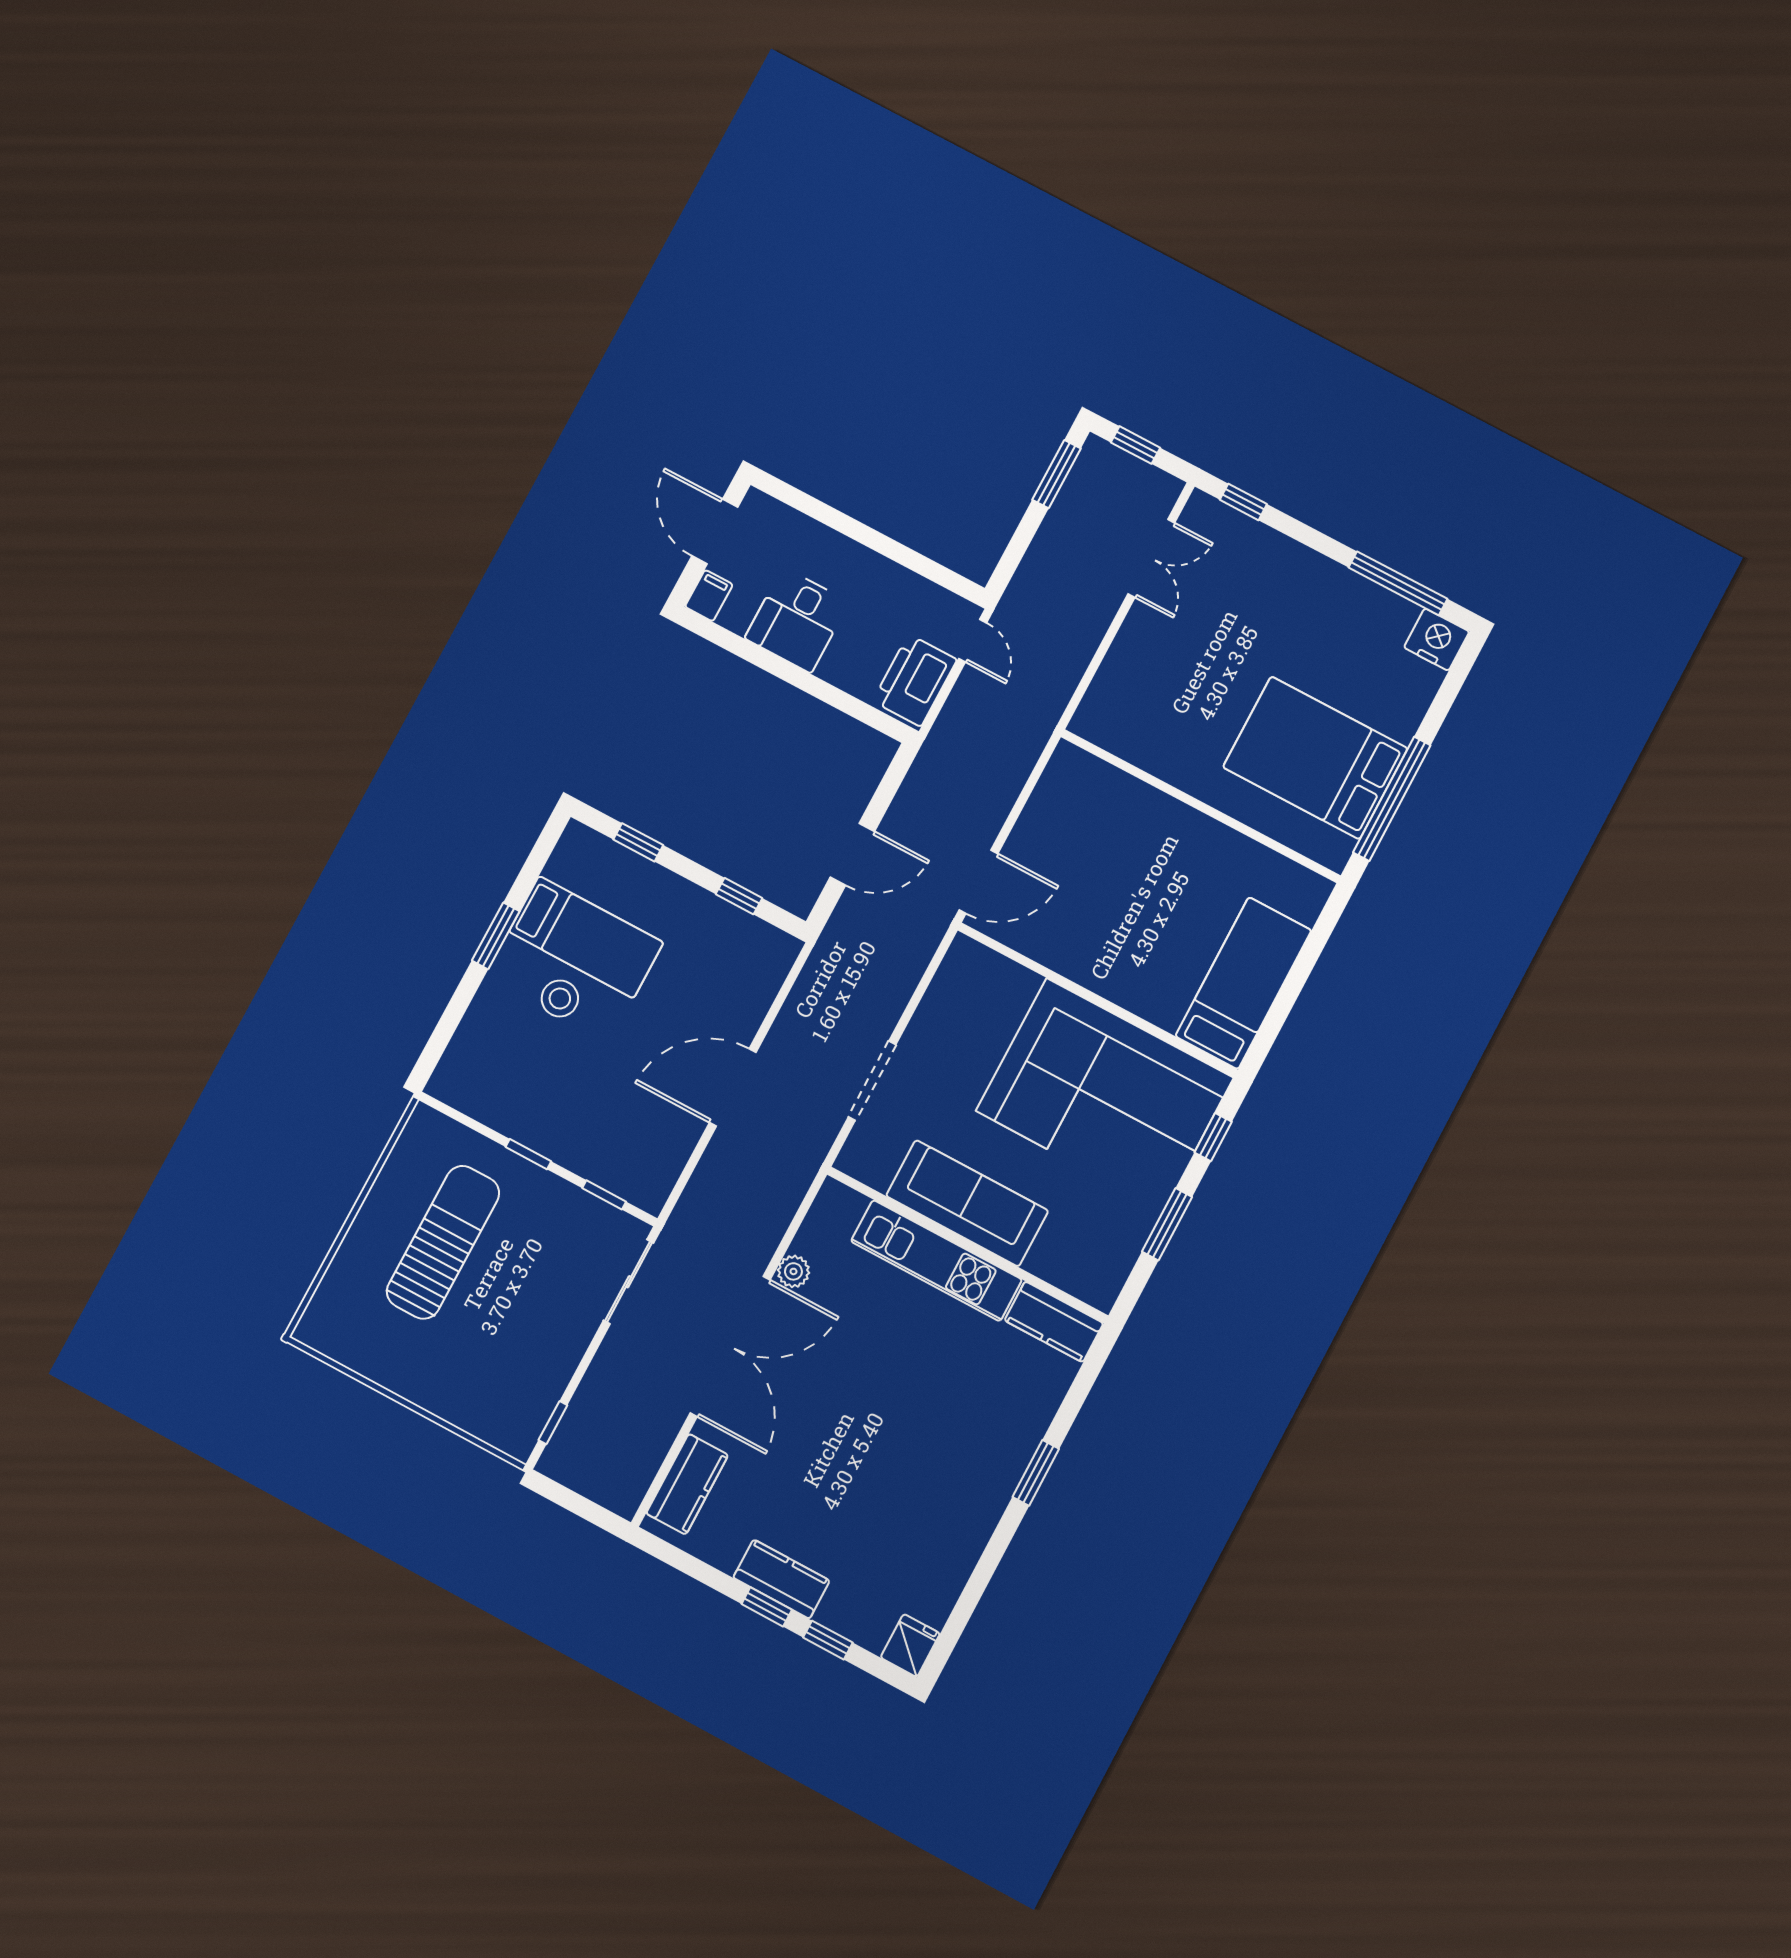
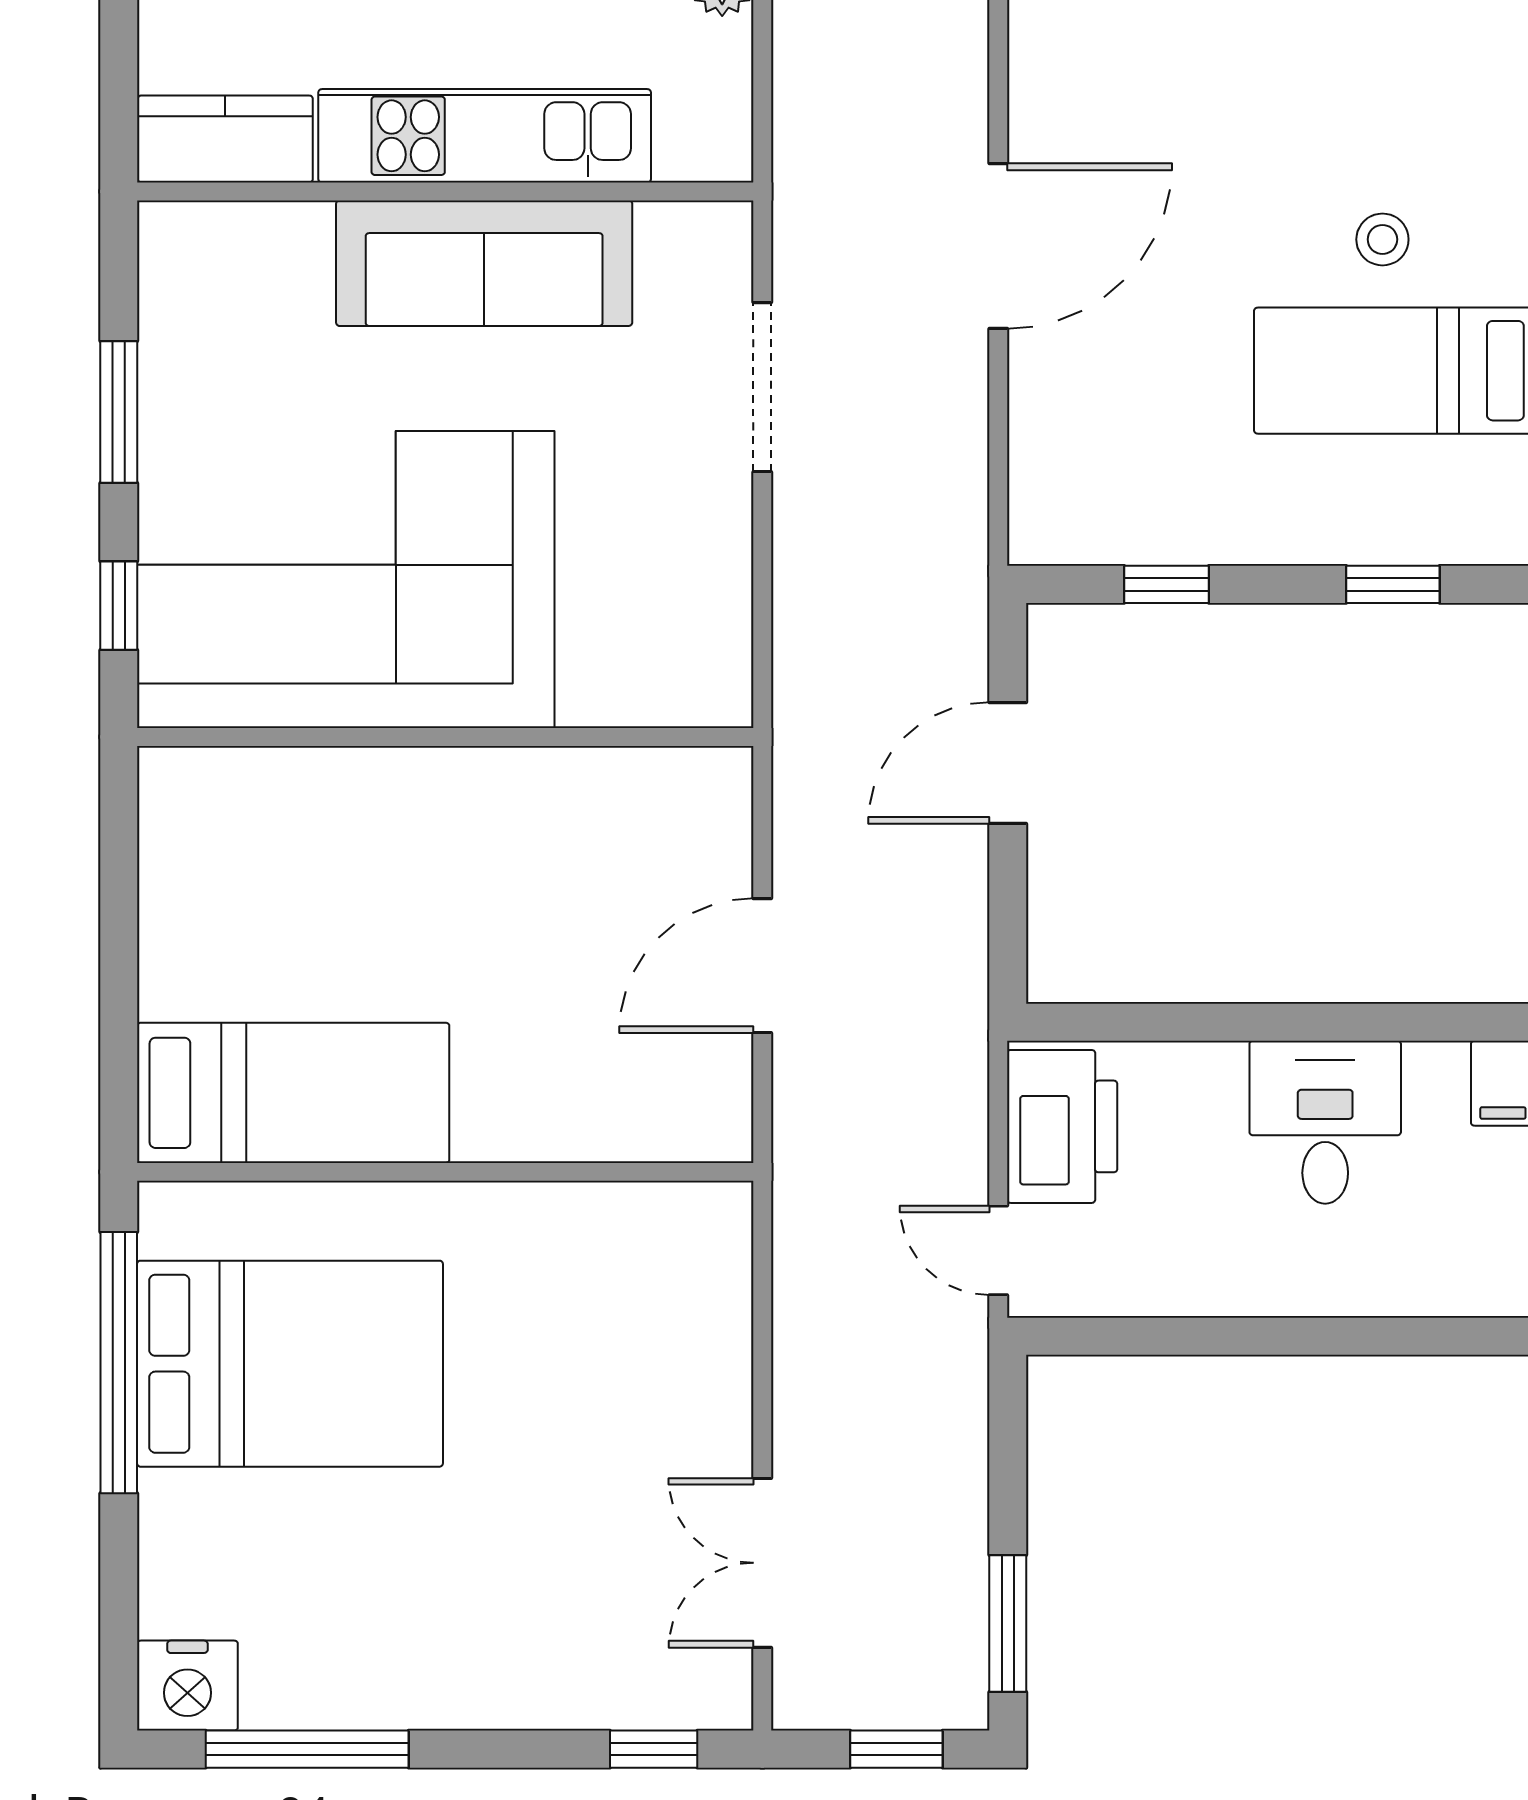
door: (978, 882) -> (762, 966), moved
bed: (1243, 983) -> (293, 1093), moved, turned -90
stool: (560, 998) -> (1382, 239), width x0.73, depth x0.73

